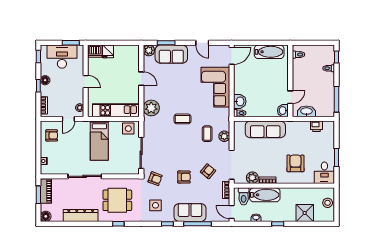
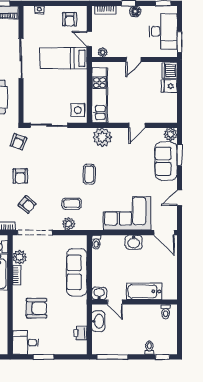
bathtub: (269, 52) -> (144, 291), moved, turned 90
washbasin: (240, 101) -> (134, 242), moved
bed: (99, 141) -> (63, 58), moved

